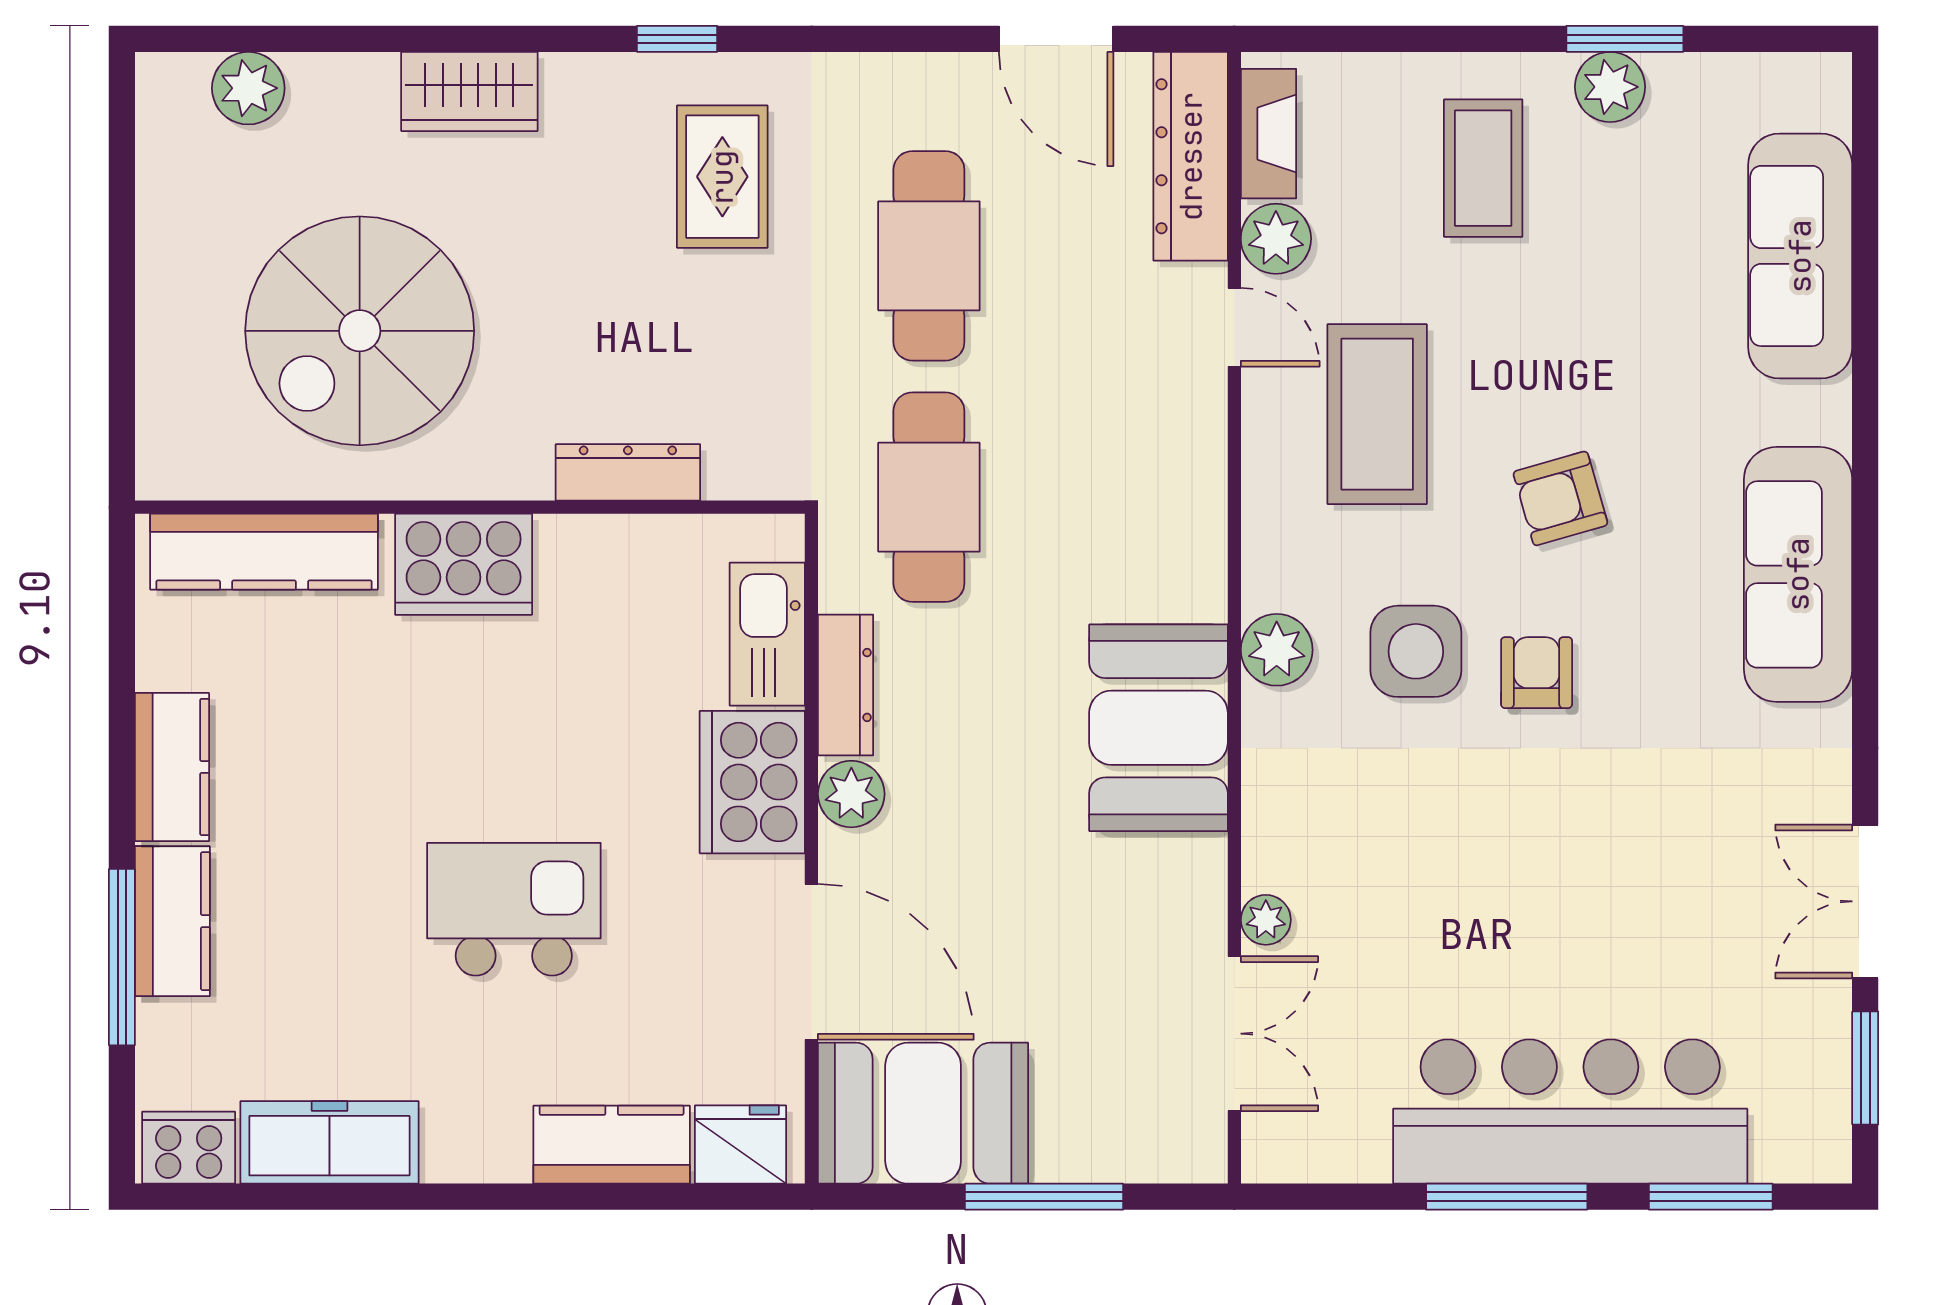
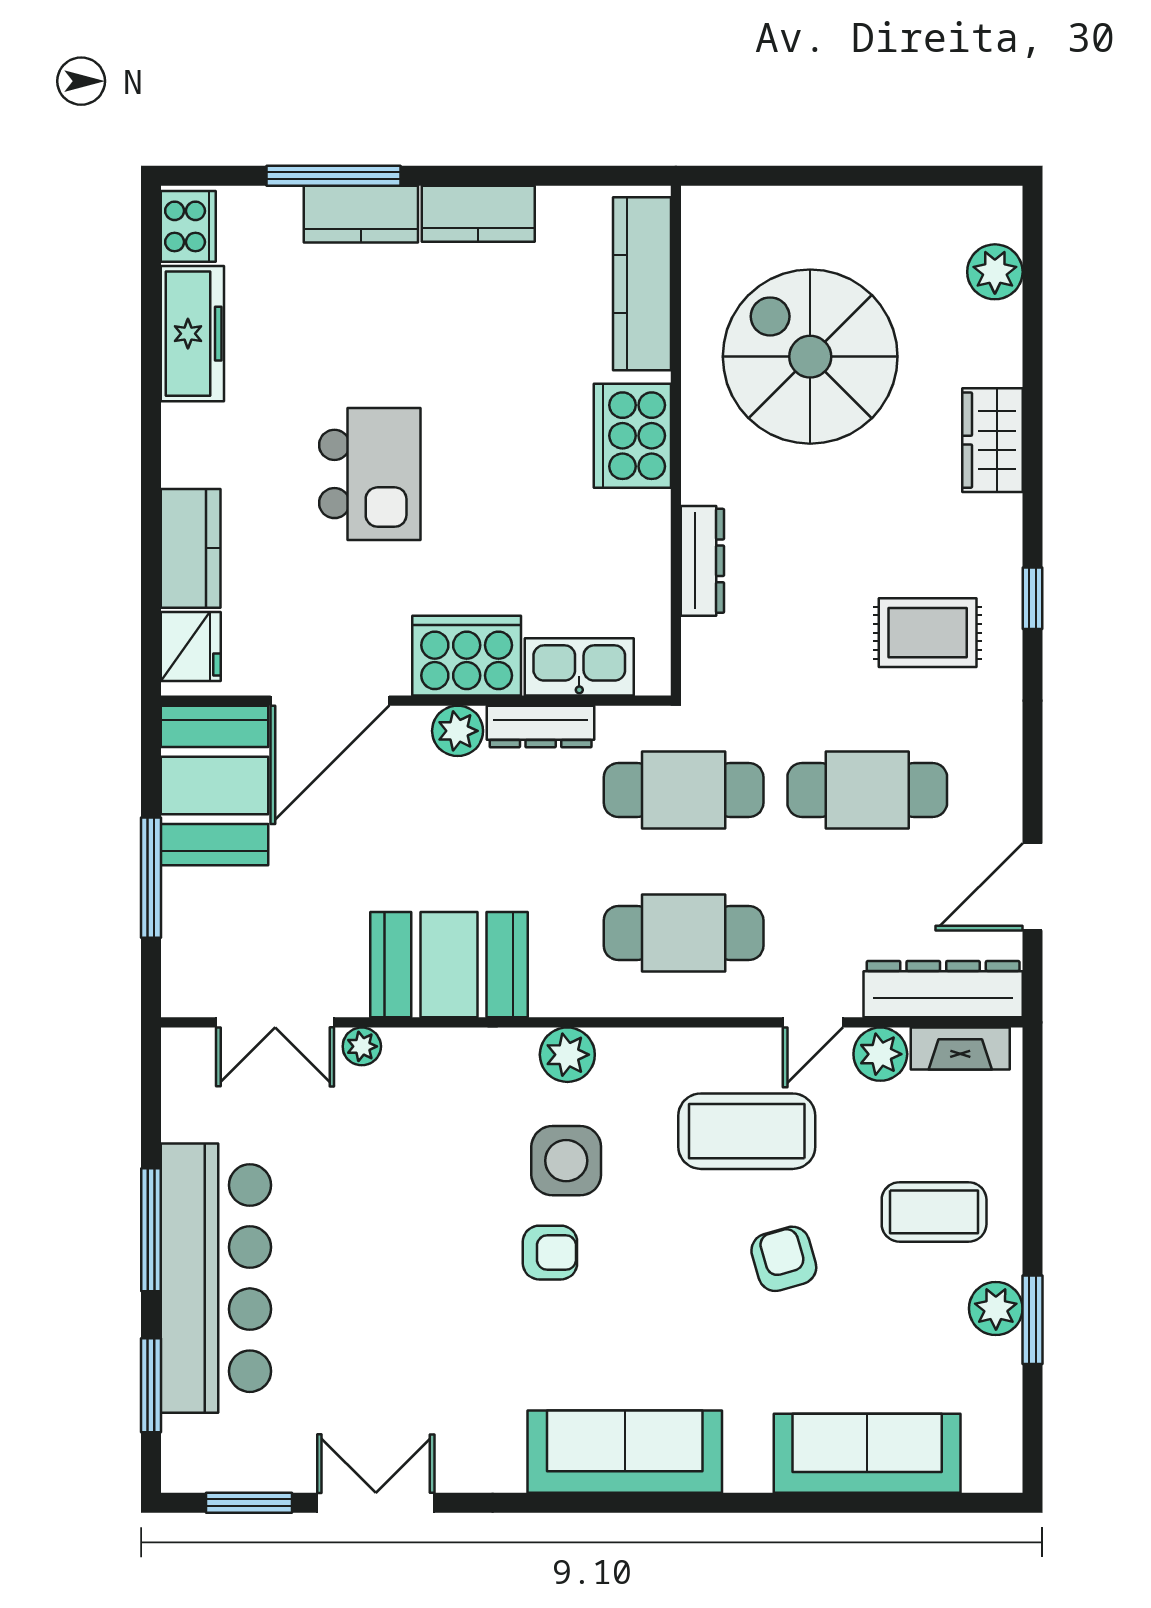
cafe table: (1117, 497) -> (684, 933), added
armchair: (1560, 498) -> (784, 1259), moved
booth: (1158, 728) -> (449, 965), moved

